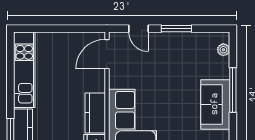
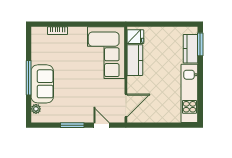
sofa: (215, 104) -> (42, 84), moved

